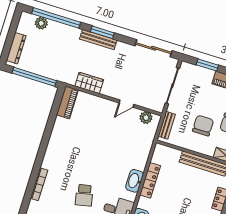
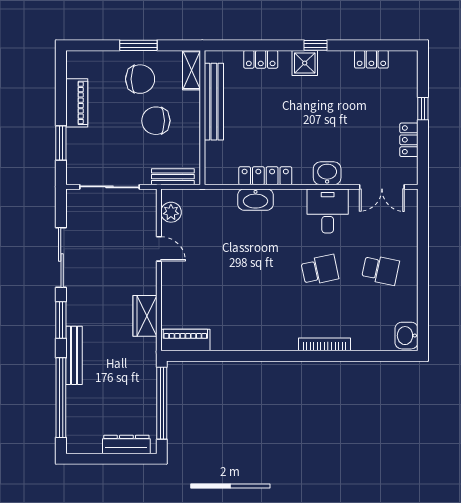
plant: (41, 23) -> (76, 418), removed
bench: (98, 40) -> (74, 355), moved
sliding door: (154, 48) -> (61, 258), moved
washbasin: (134, 181) -> (255, 200), moved

